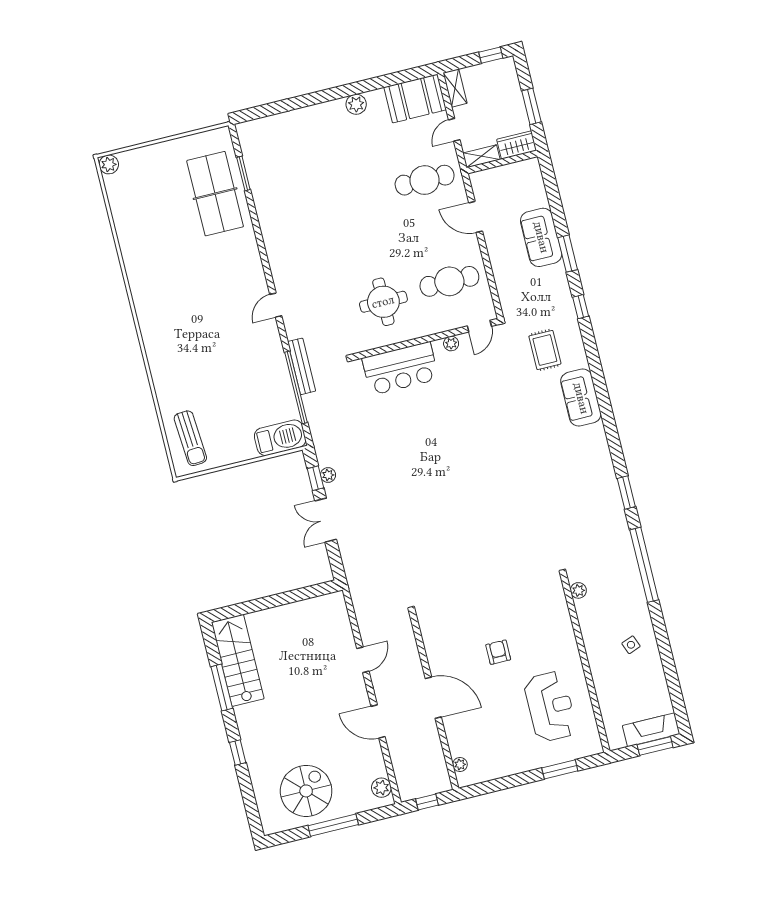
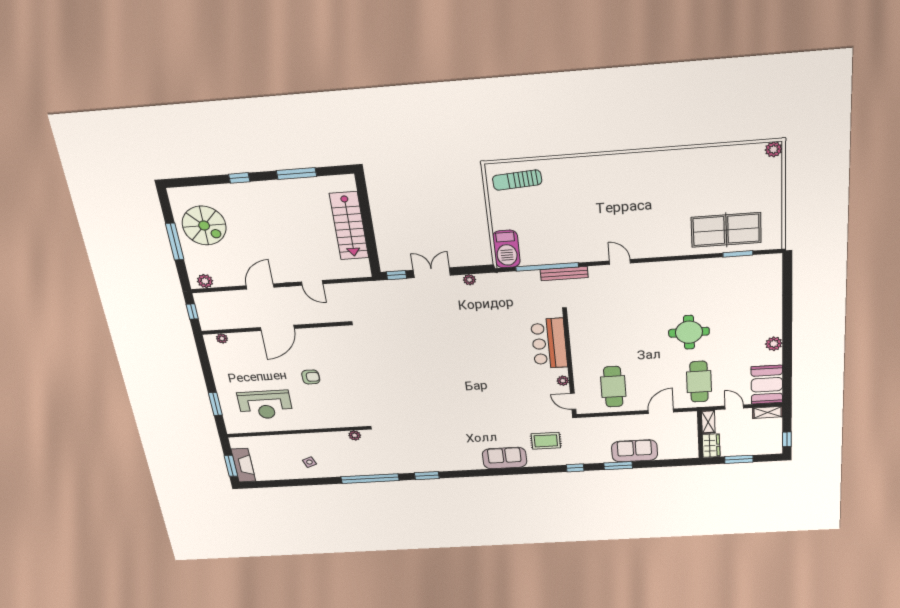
round table: (383, 302) -> (689, 332), moved
window: (315, 478) -> (396, 275), moved
stairs: (238, 660) -> (349, 226), moved, turned 90

